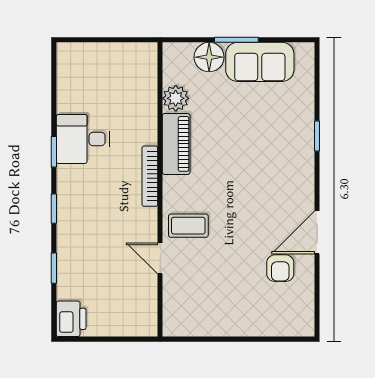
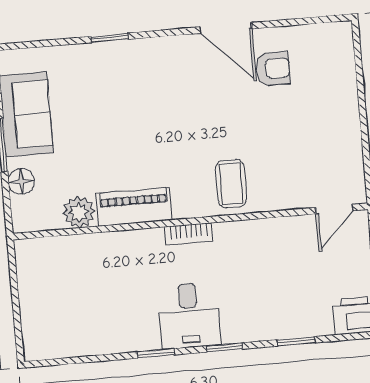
floor lamp: (209, 57) -> (21, 181), width x0.73, depth x0.73
desk: (83, 139) -> (189, 315), moved
bookcase: (150, 176) -> (189, 234), width x0.64
door: (160, 258) -> (334, 209), moved

